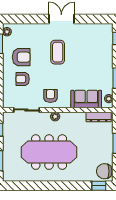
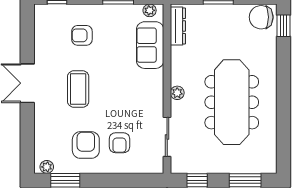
coffee table: (58, 52) -> (78, 89), turned 90
armchair: (50, 96) -> (82, 35), moved
chair: (104, 171) -> (261, 17), turned 90

